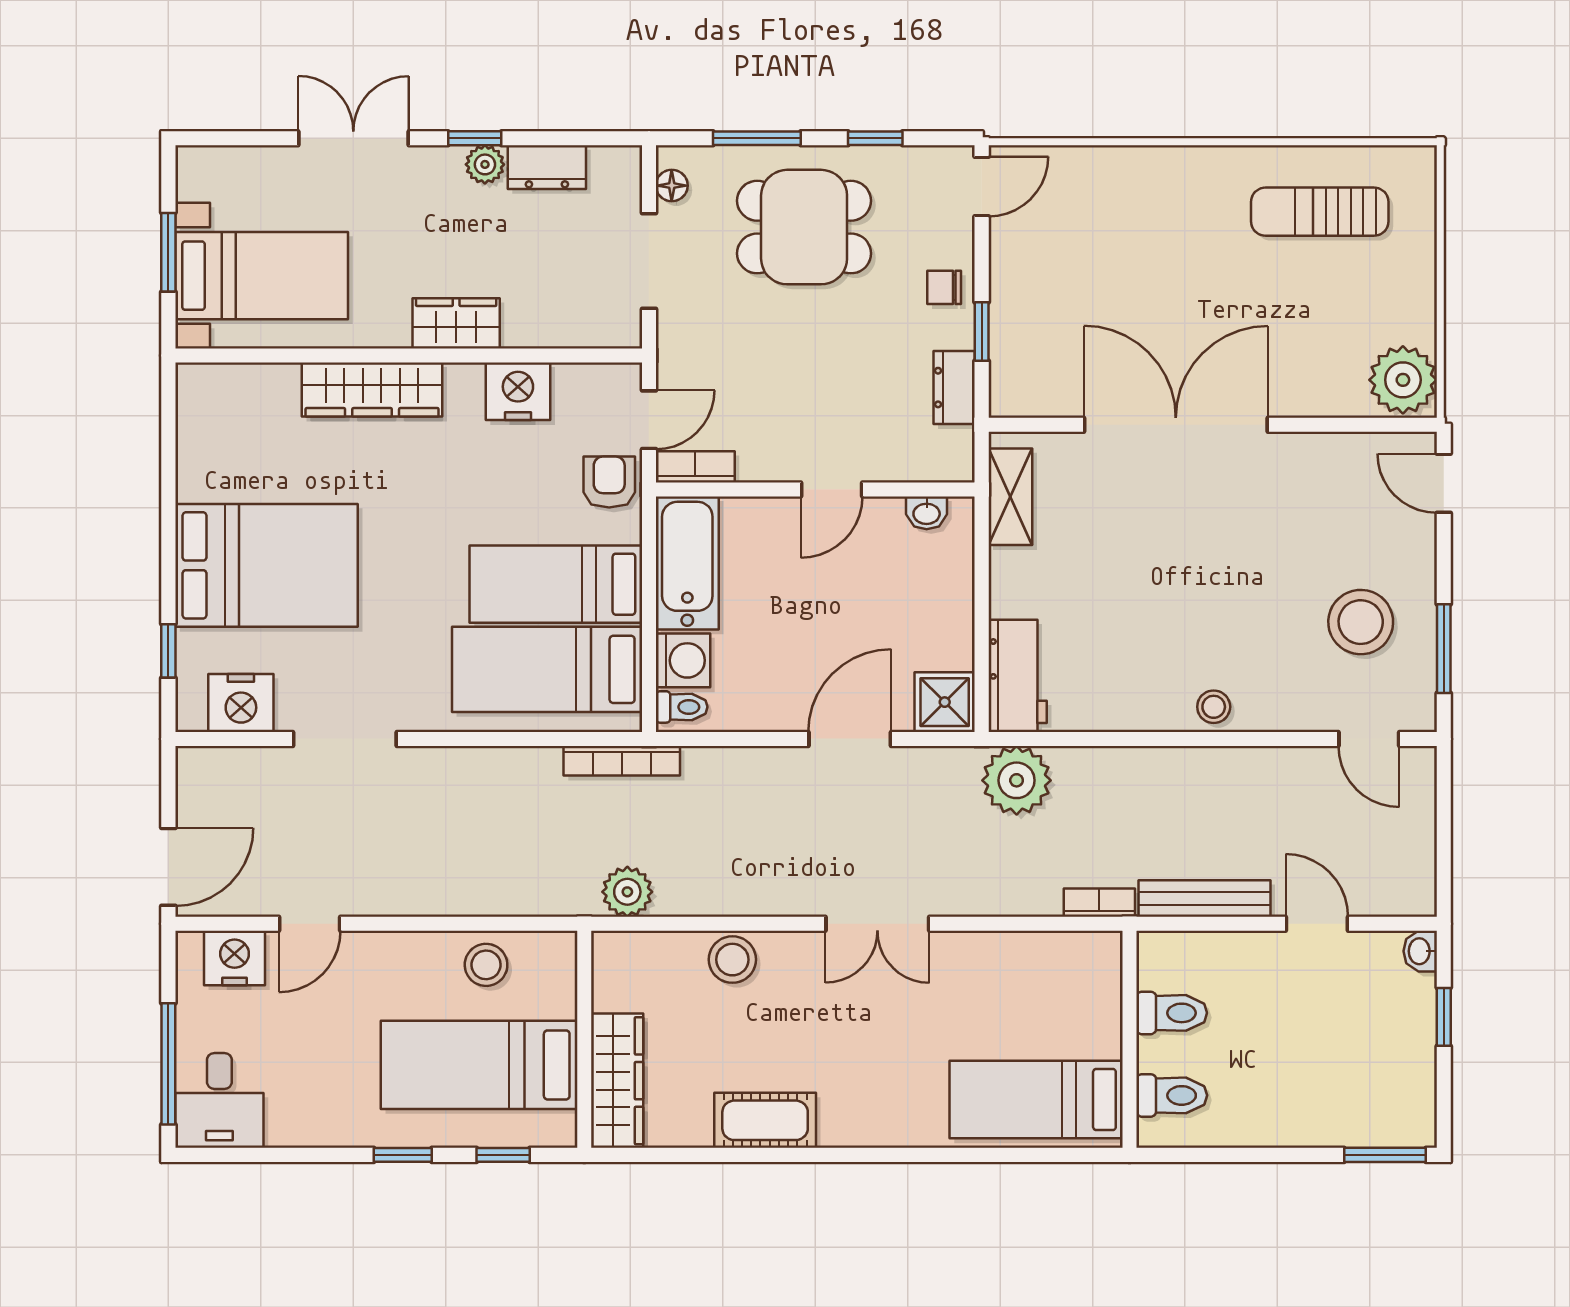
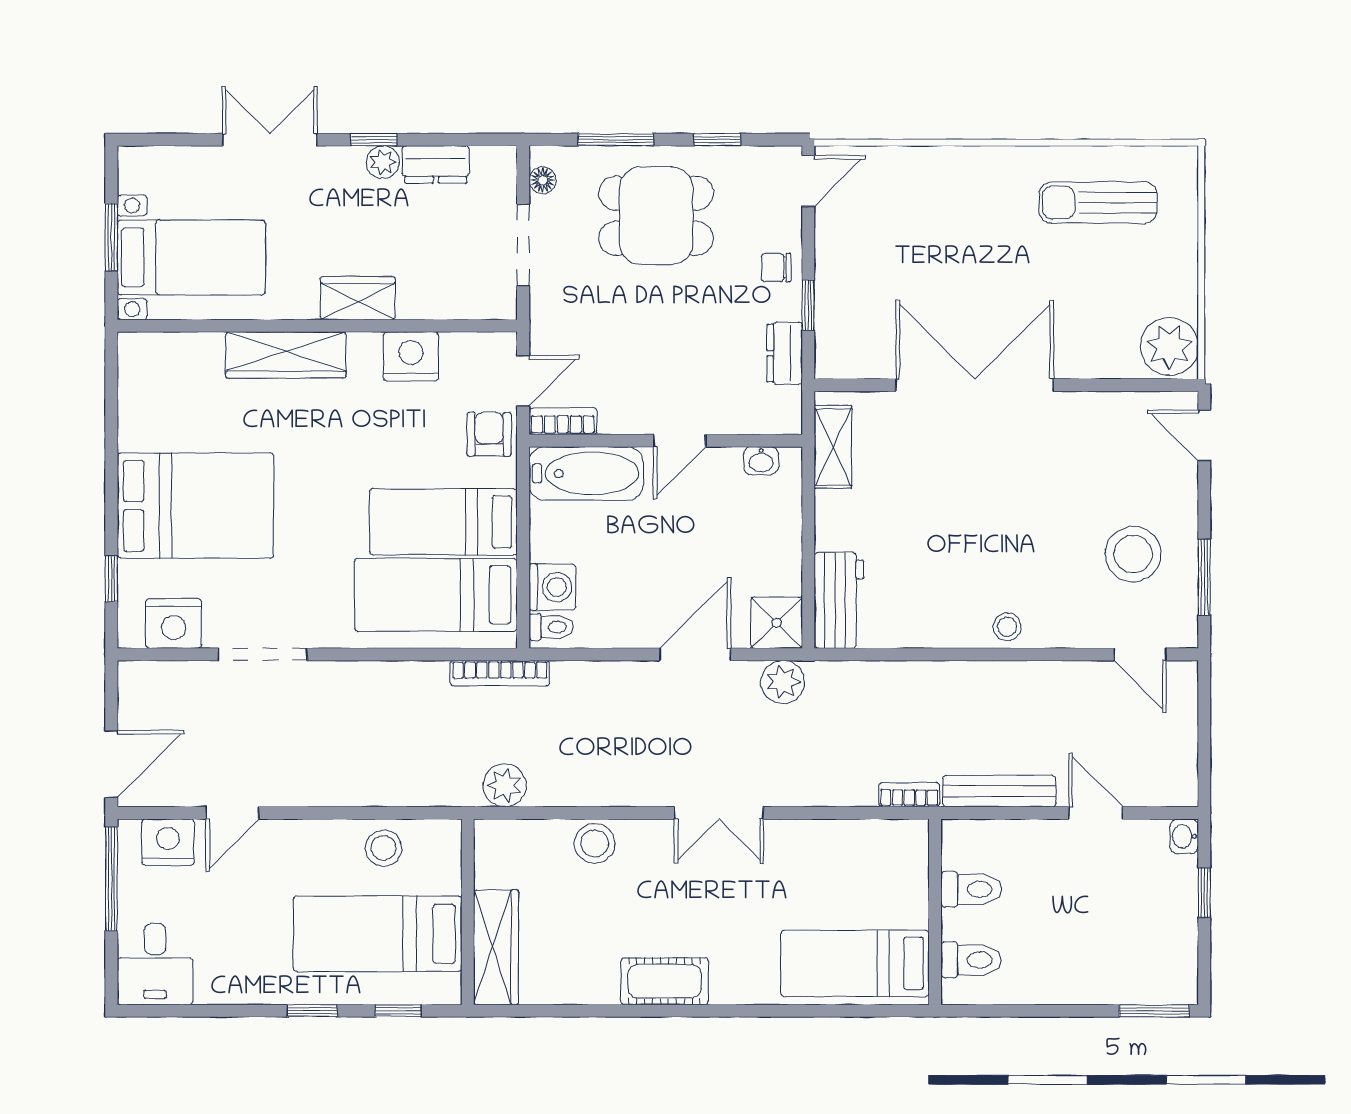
bathtub: (687, 563) -> (586, 473), moved, turned 90
plant: (1017, 780) -> (783, 682), moved, width x0.73, depth x0.73
window: (168, 1064) -> (111, 879), moved
cot: (765, 1120) -> (665, 981), moved

